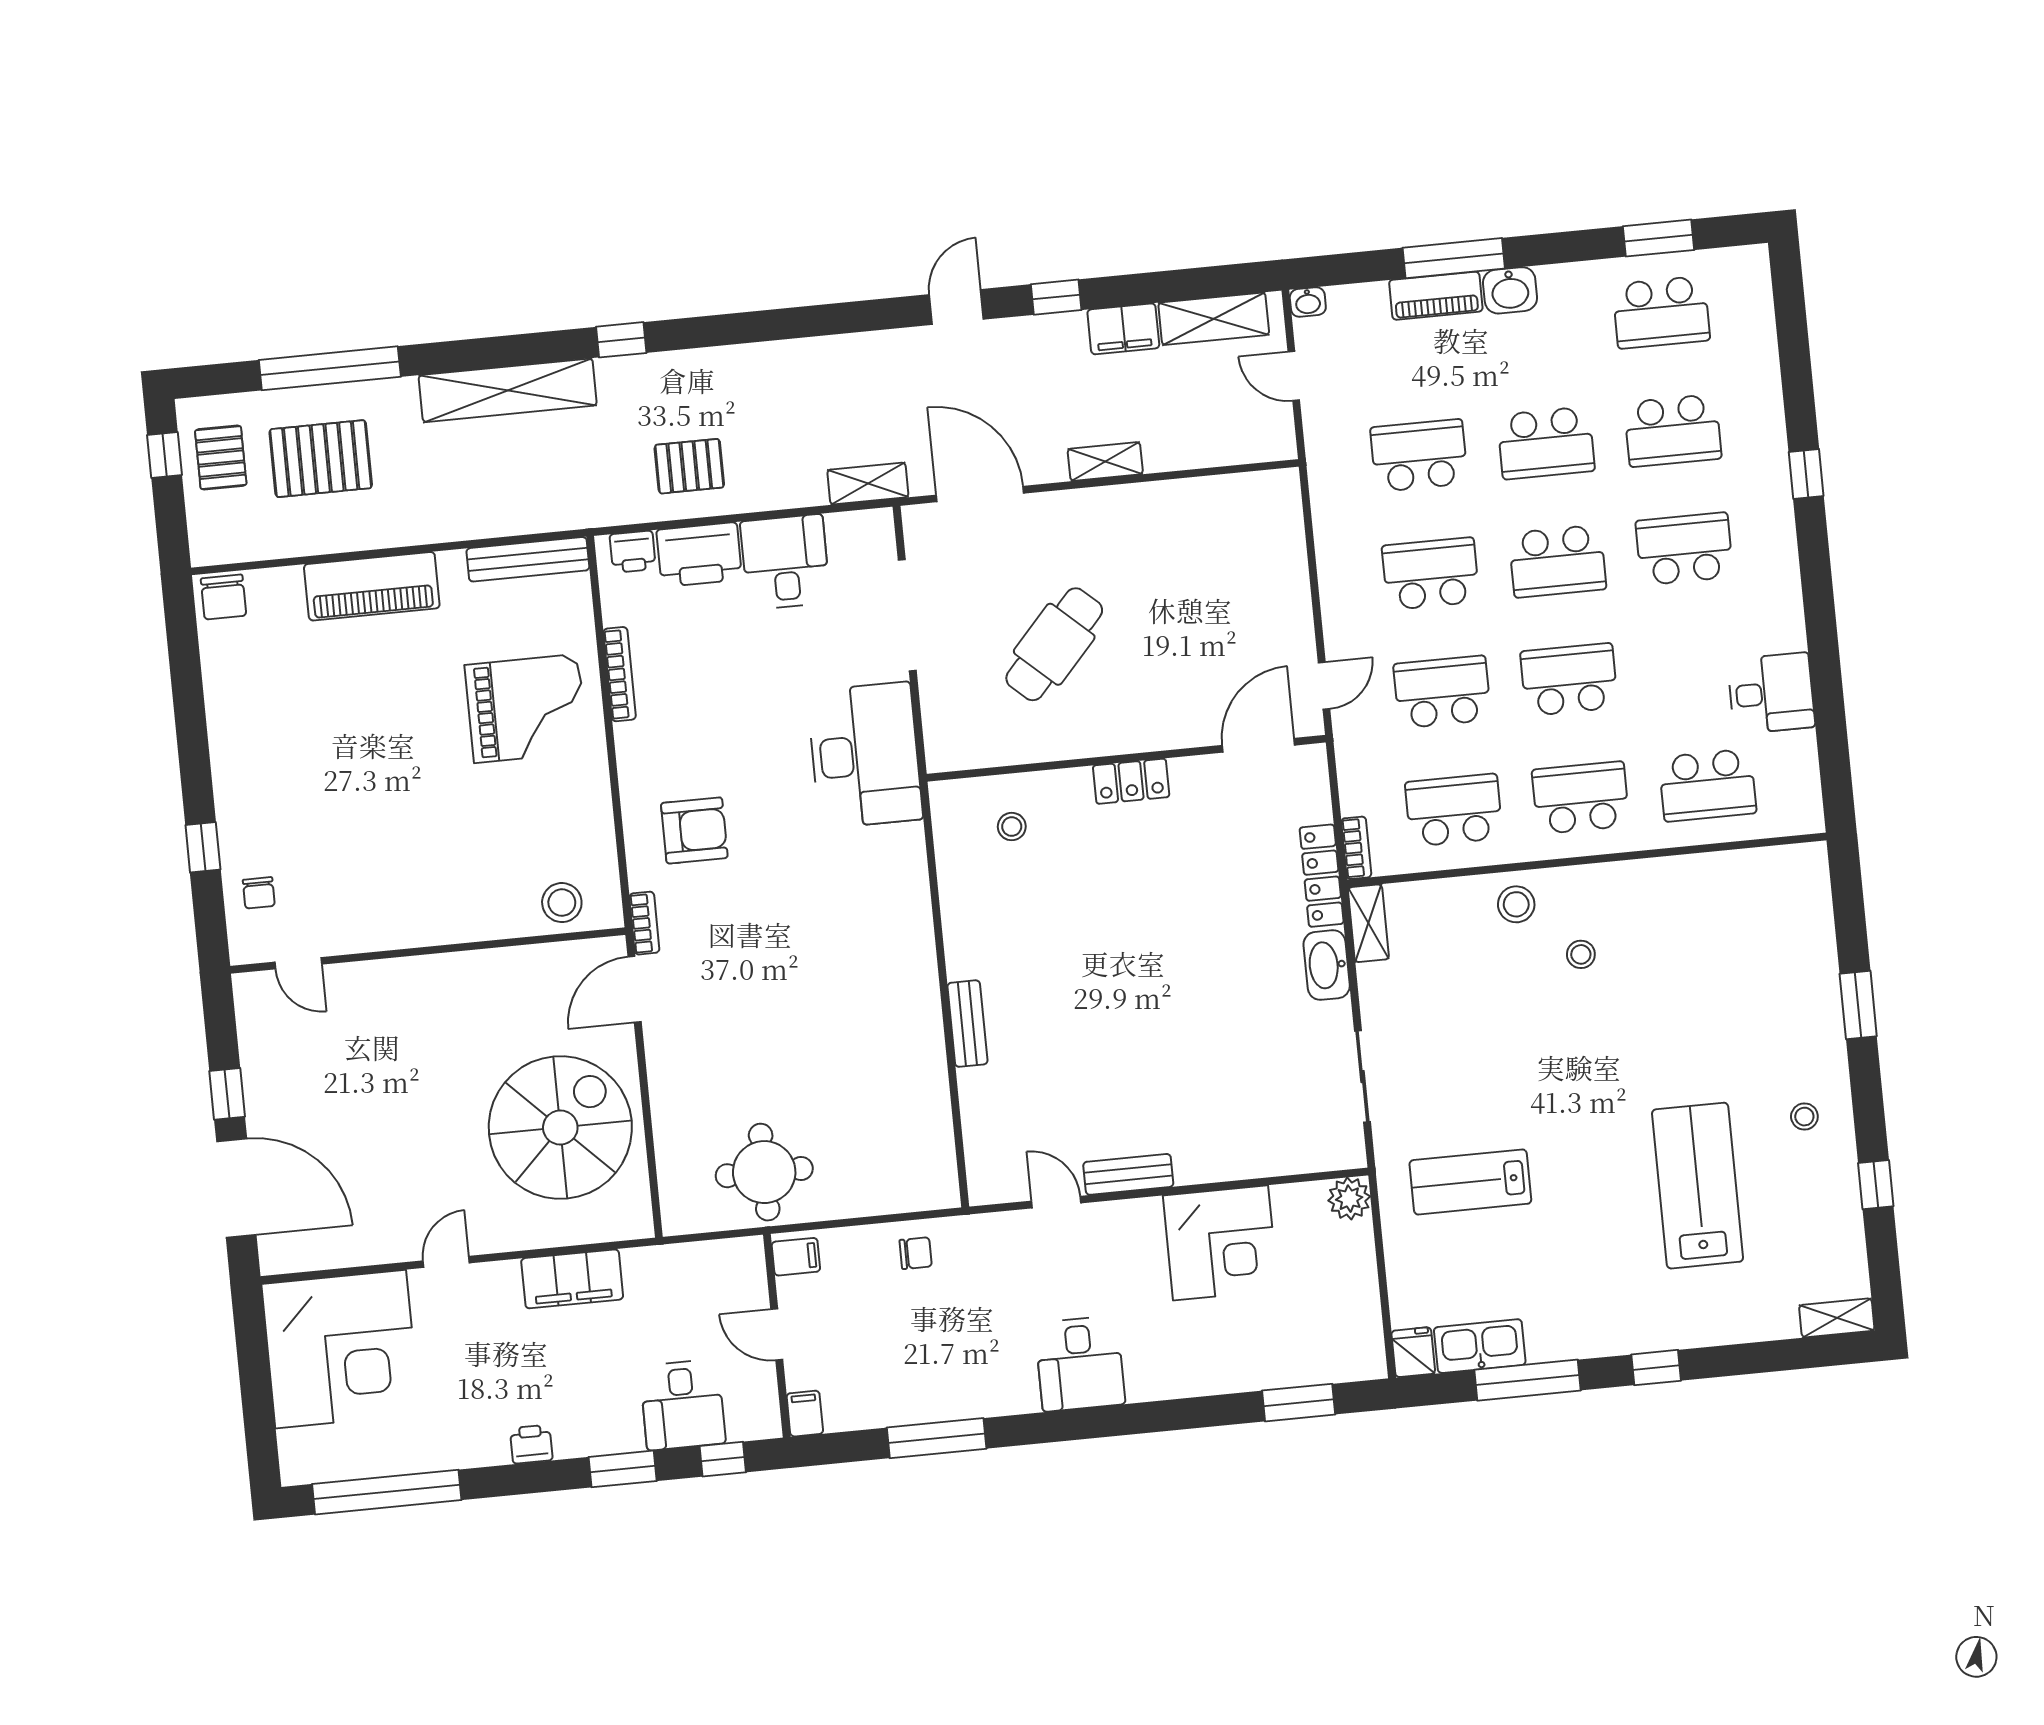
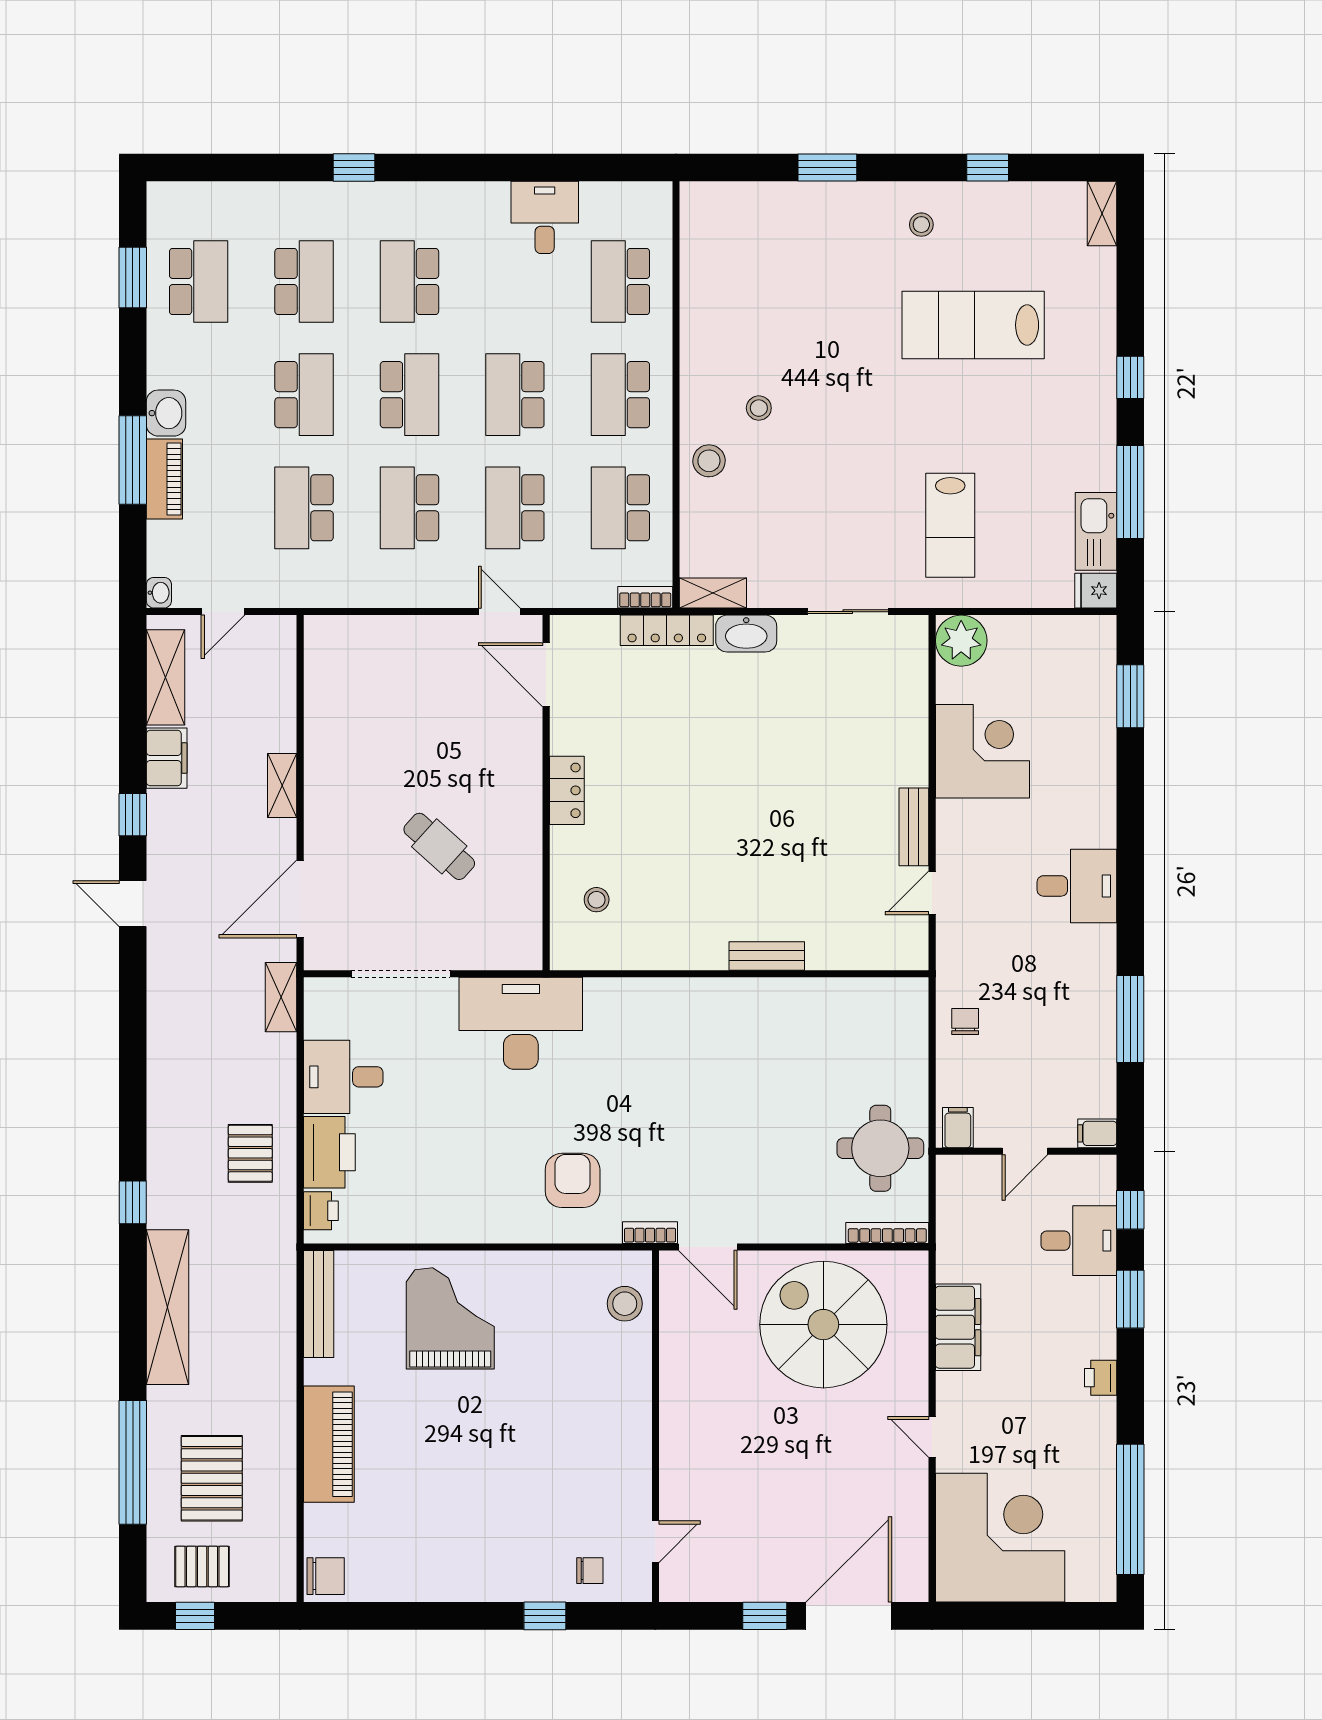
cafe table: (1054, 644) -> (439, 846), width x0.73, depth x0.74
bookcase: (620, 674) -> (887, 1233), moved
school desk: (1708, 785) -> (620, 281), turned 180
plant: (1349, 1199) -> (961, 641), width x1.36, depth x1.36

